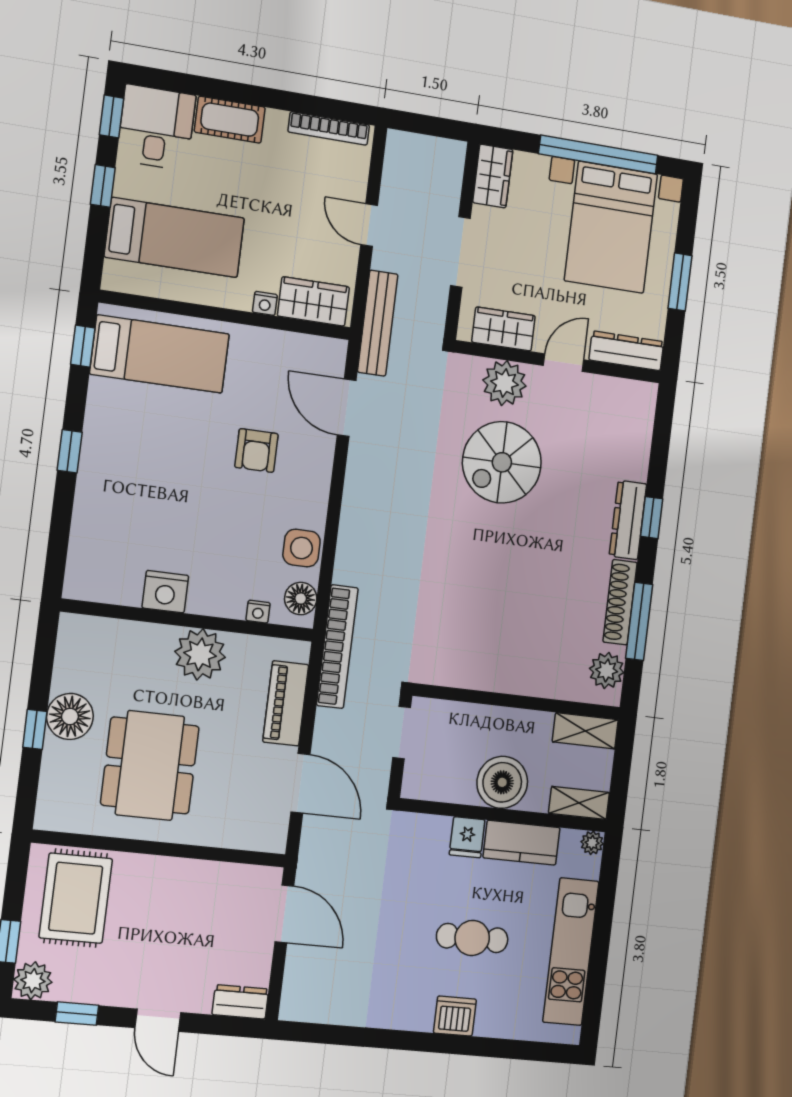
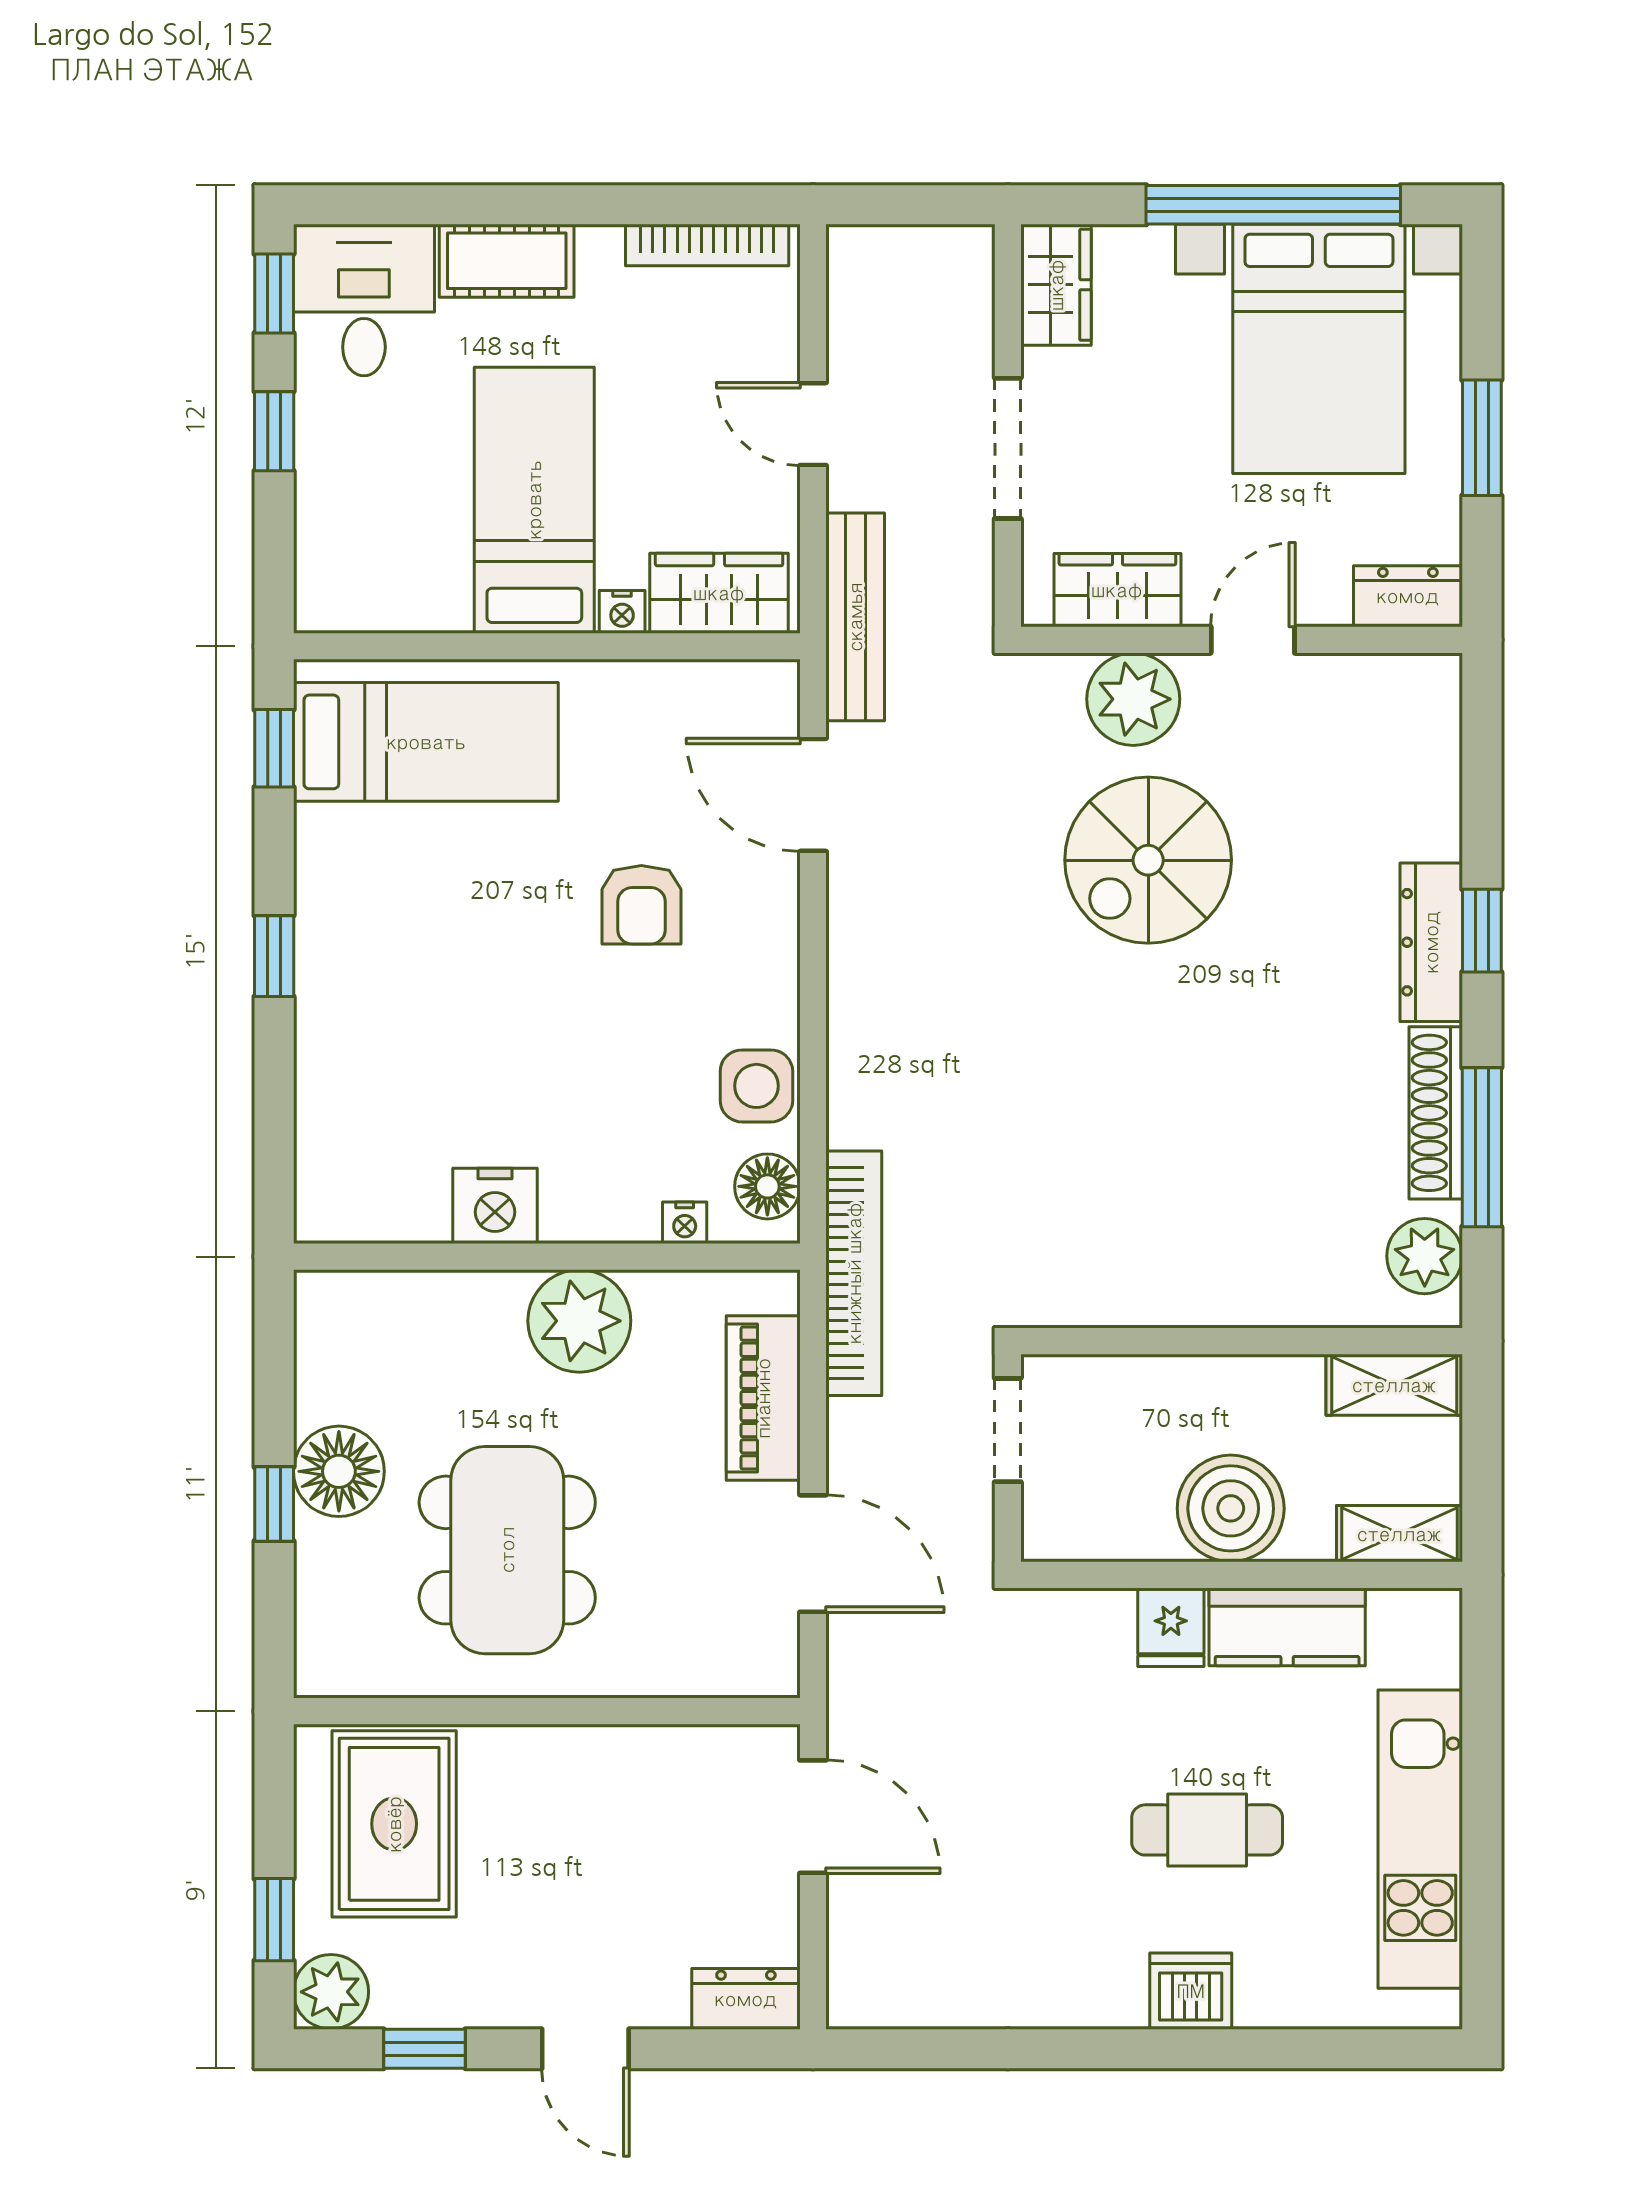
bed: (175, 238) -> (534, 500), moved, turned -90
dresser: (626, 351) -> (1408, 596), width x0.70
plant: (592, 843) -> (1438, 1612), removed

